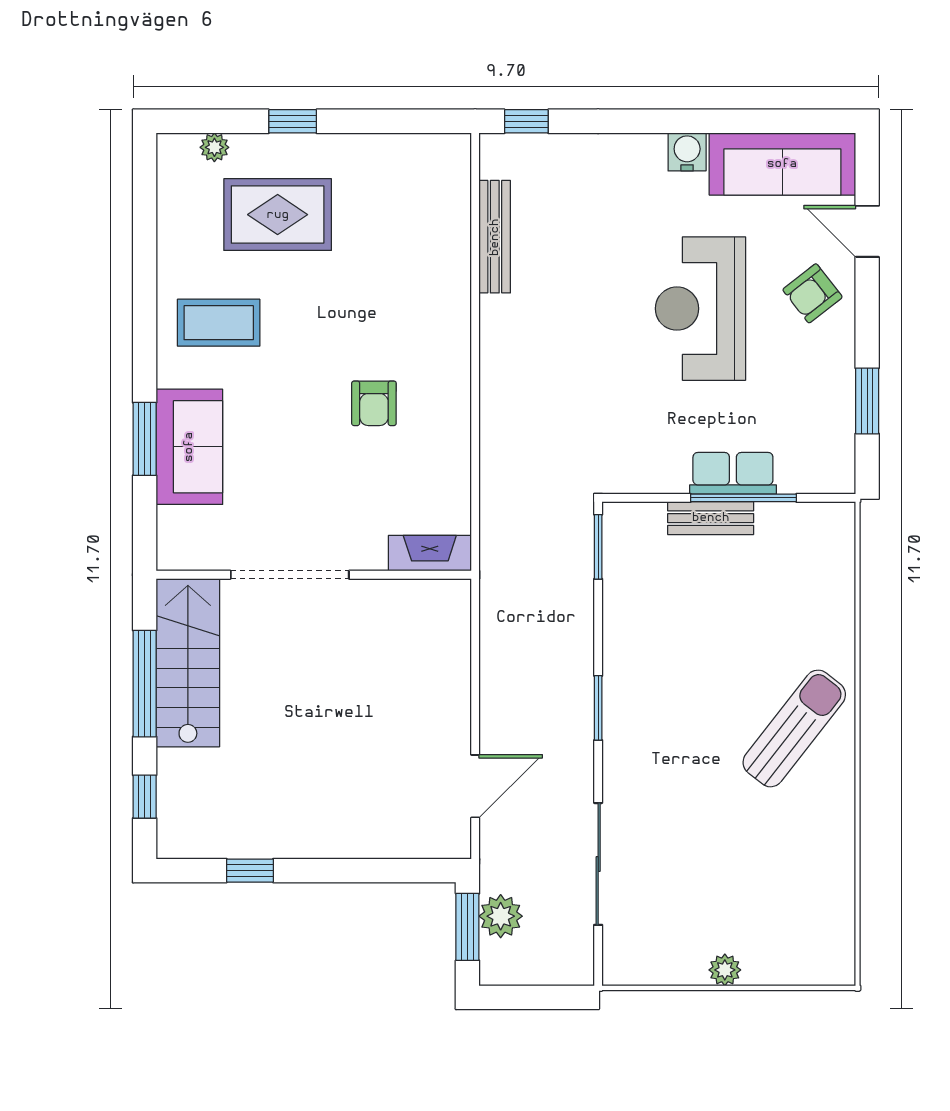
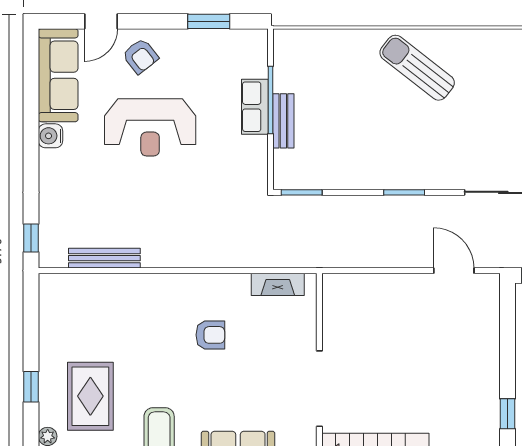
fireplace: (430, 553) -> (278, 284), moved, turned -90

